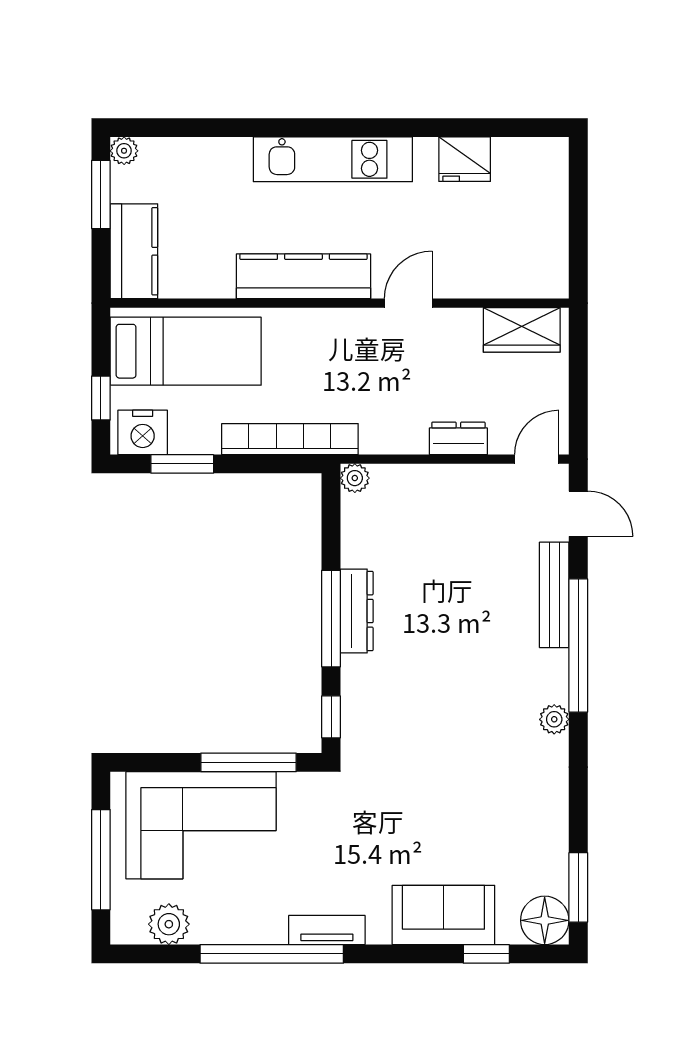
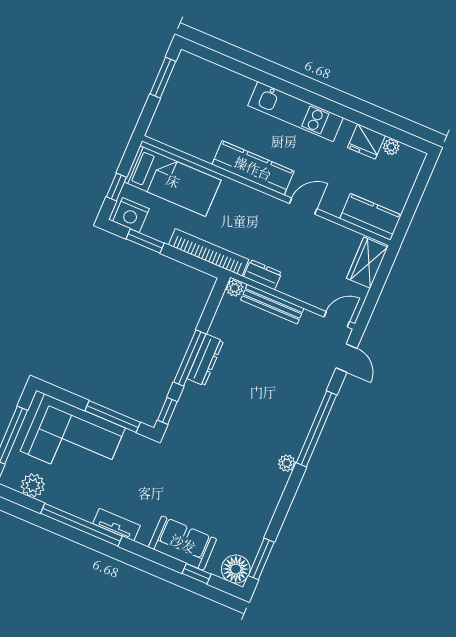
plant: (124, 151) -> (391, 147), moved
kitchen counter: (134, 251) -> (371, 217), moved, turned -90
wardrobe: (522, 330) -> (367, 263), moved, turned 90
dresser: (458, 438) -> (263, 275), moved
bench: (554, 595) -> (272, 304), moved, turned 90

